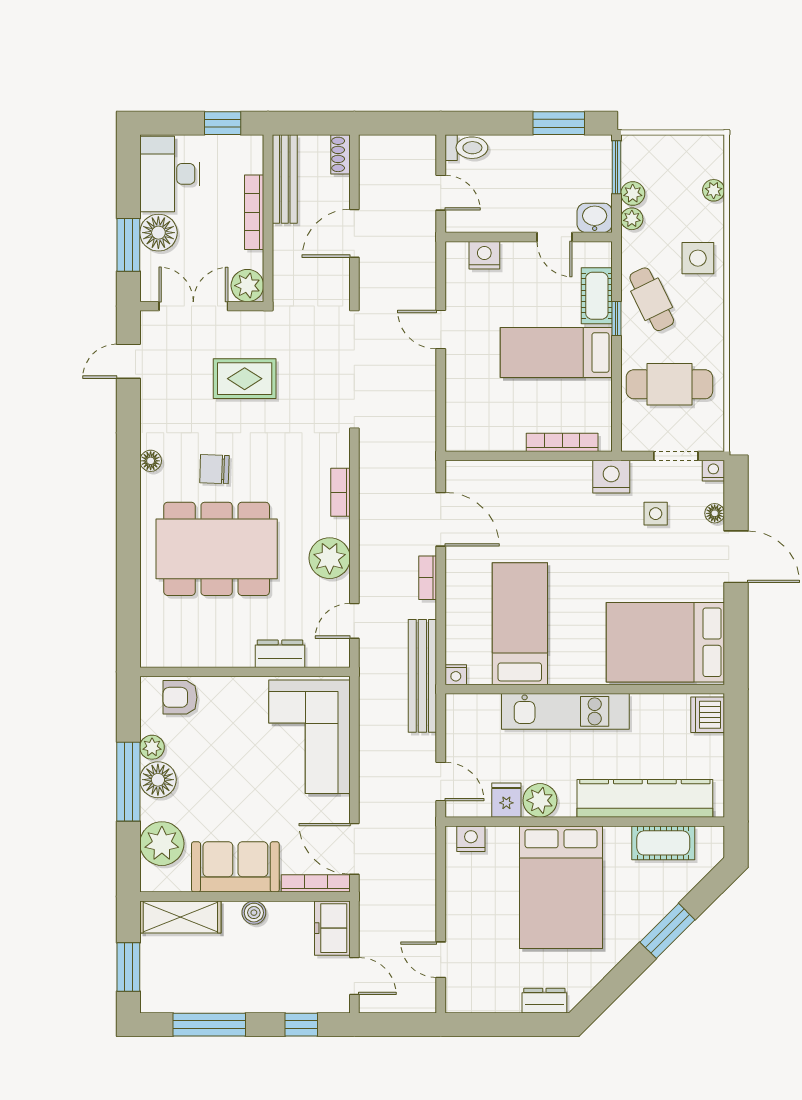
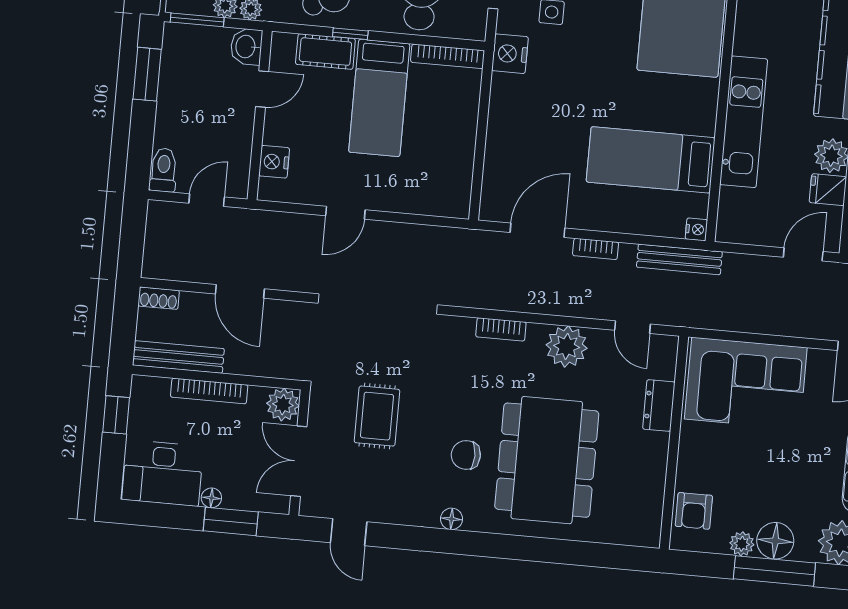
floor lamp: (158, 233) -> (211, 498), width x0.53, depth x0.53
bookcase: (562, 442) -> (448, 56), moved, turned -90
chair: (214, 469) -> (466, 455), turned 88
bench: (422, 676) -> (679, 259), width x0.73, depth x0.82

